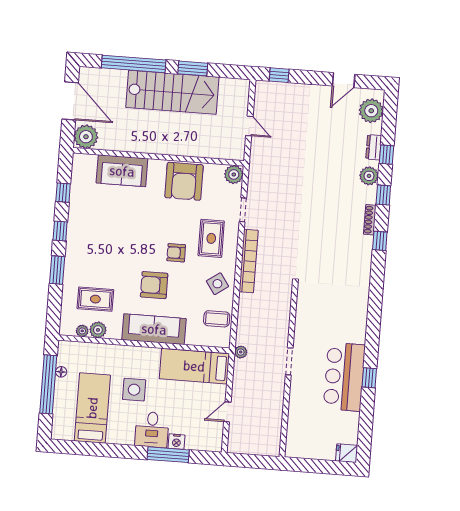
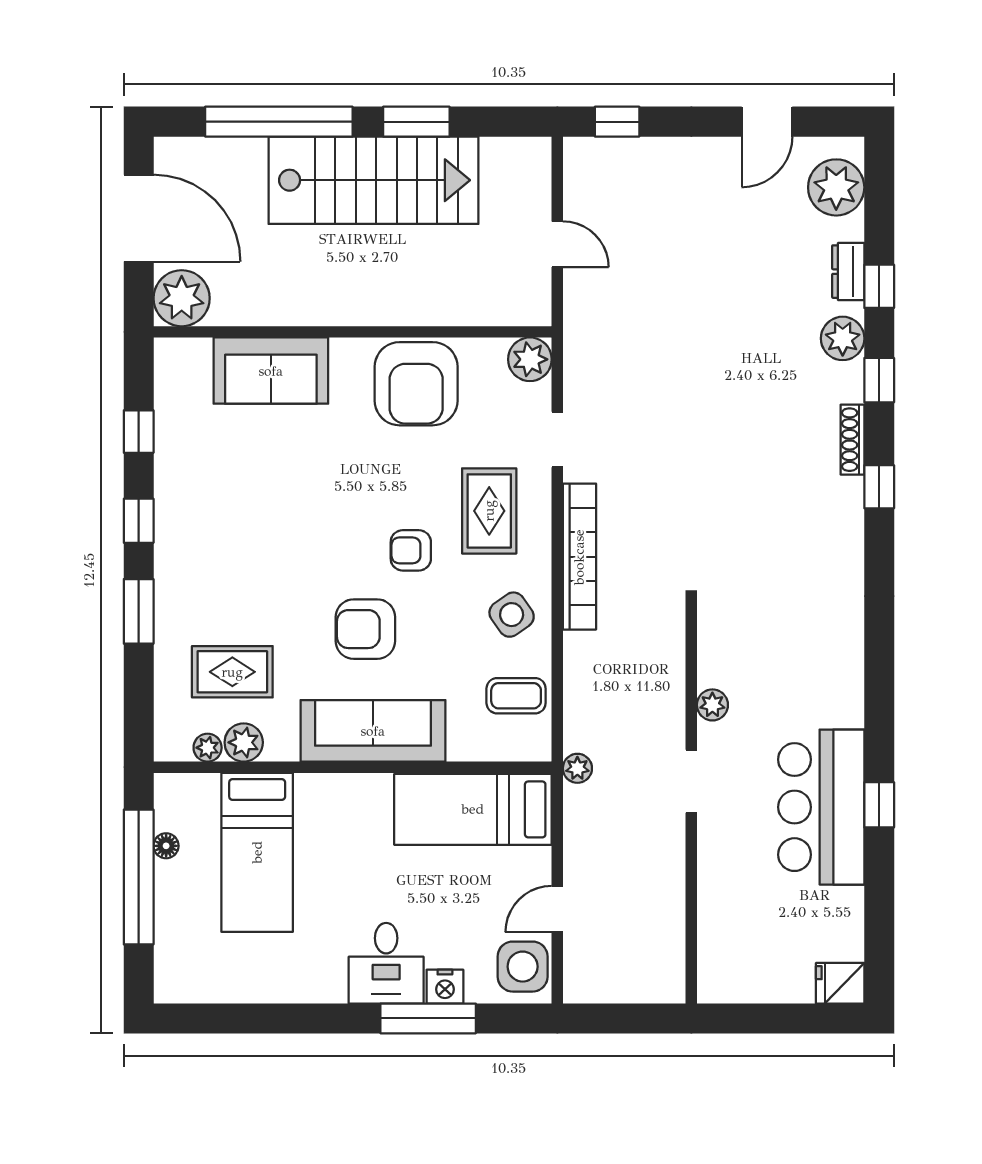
plant: (301, 329) -> (712, 705), added
side table: (134, 390) -> (523, 967), moved
bed: (92, 408) -> (257, 852), moved, turned 180

